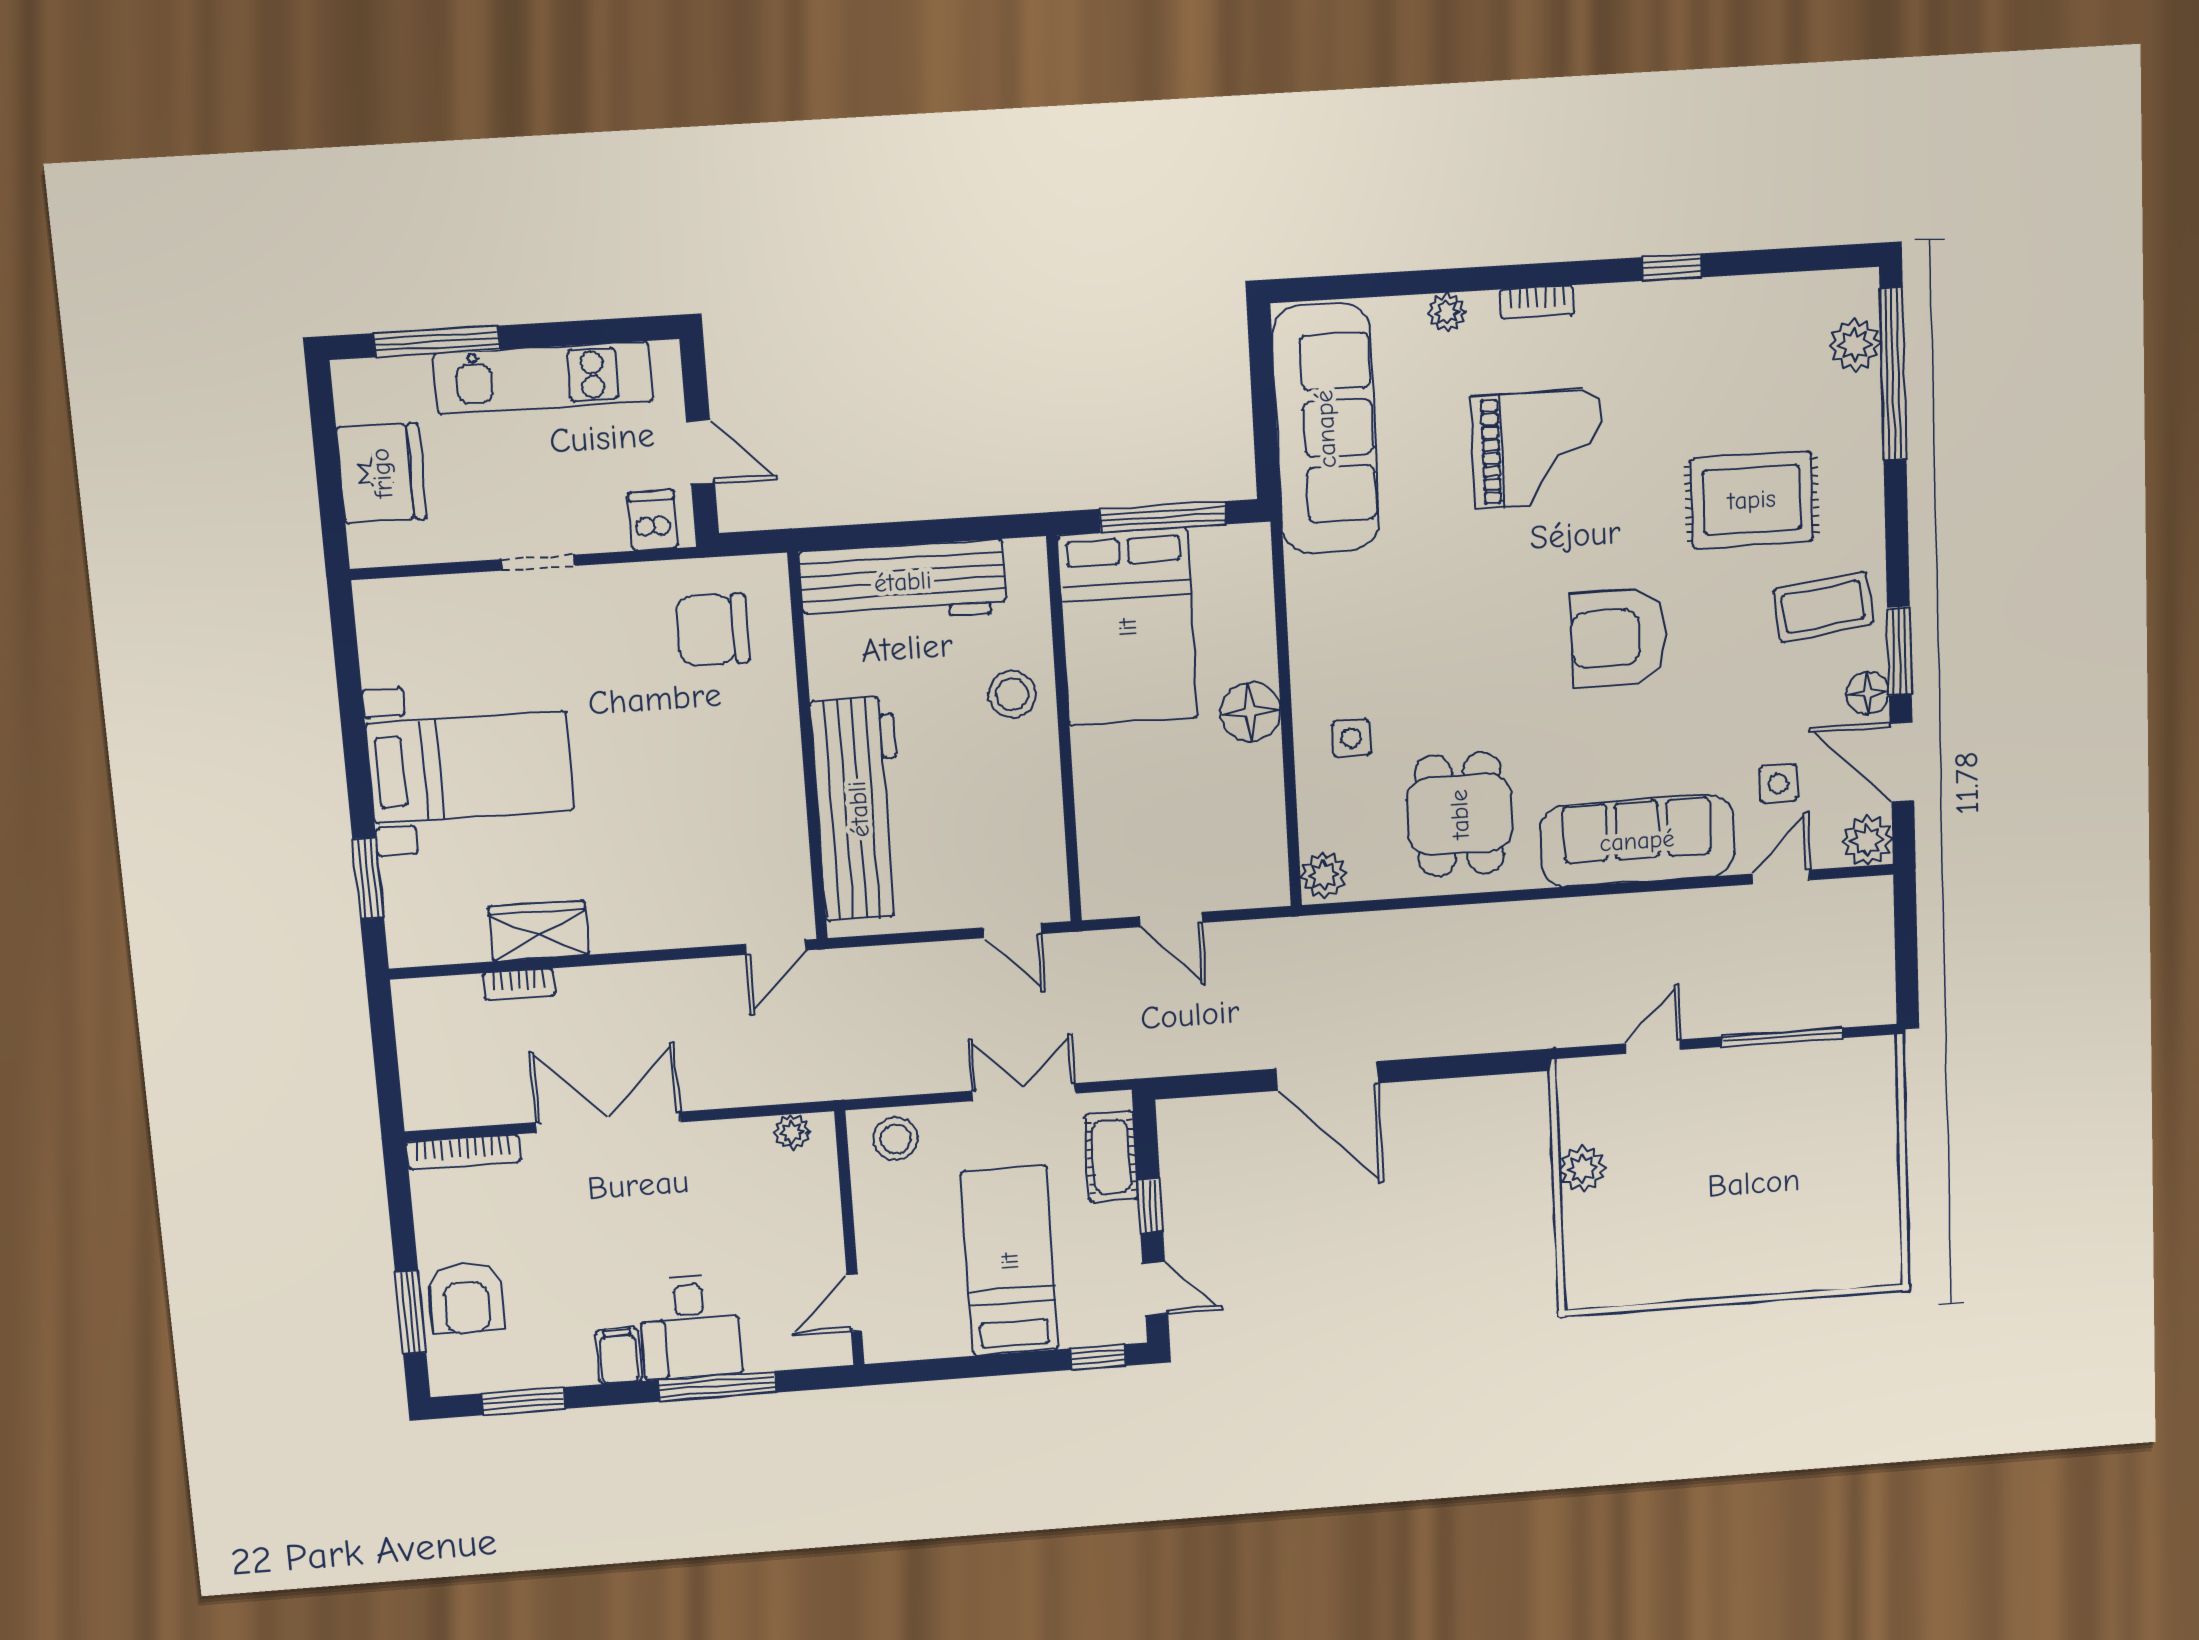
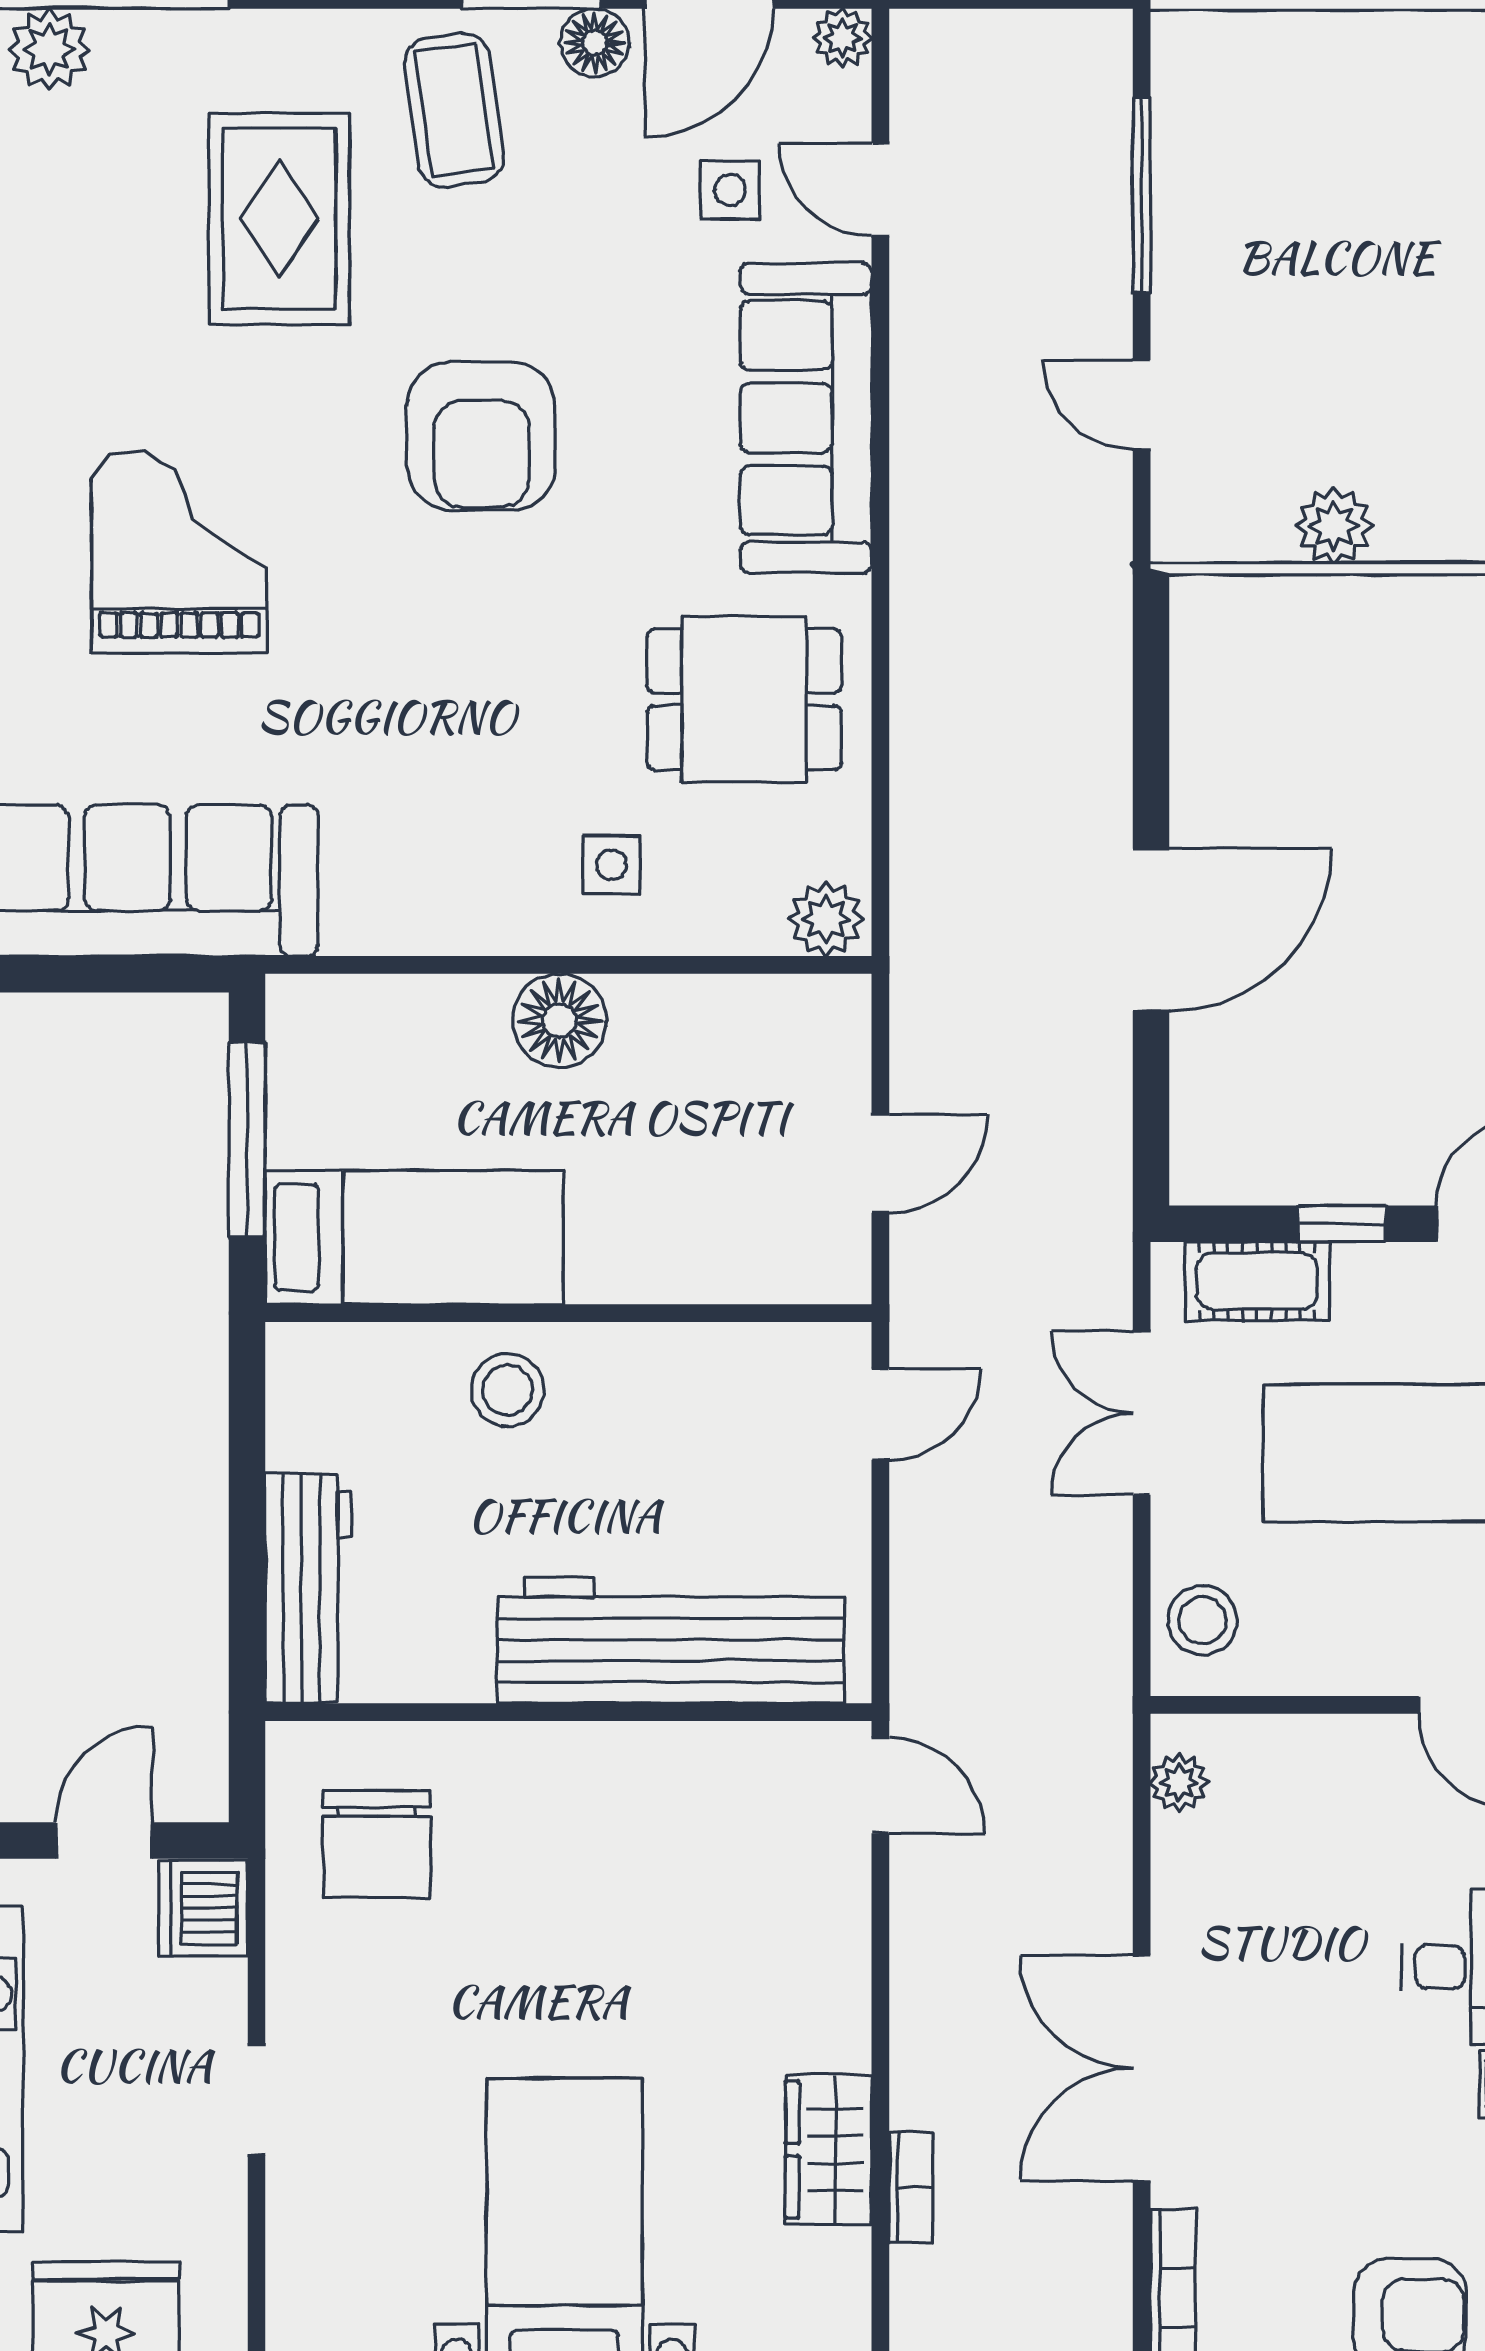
dishwasher: (653, 520) -> (203, 1908), width x1.38
workbench: (903, 582) -> (308, 1588), width x0.73, depth x0.76
bed: (1128, 627) -> (414, 1237), width x0.67
plant: (1867, 841) -> (842, 38), width x0.73, depth x0.73

